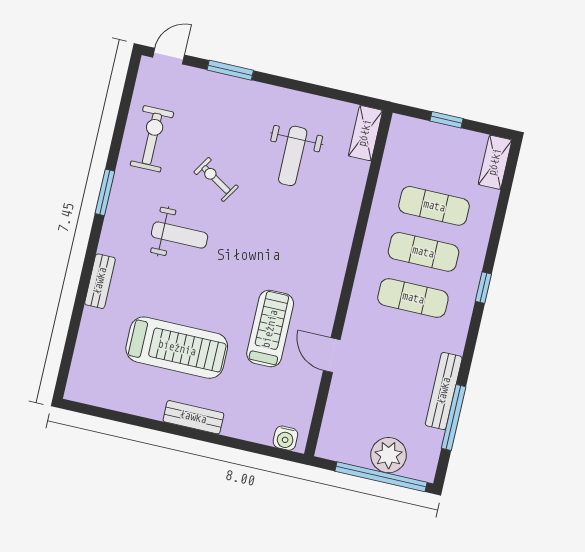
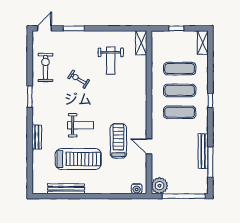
weight bench: (180, 235) -> (80, 125), moved
bench: (193, 417) -> (66, 189), moved, width x1.36
plant: (389, 455) -> (160, 186), moved

